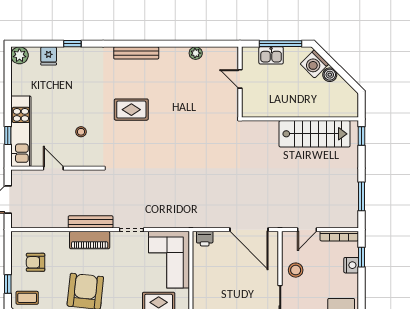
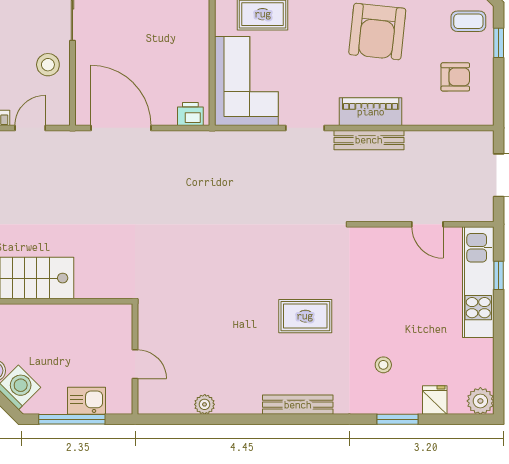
window: (72, 44) -> (397, 419), width x1.50
stool: (81, 132) -> (383, 365), moved

